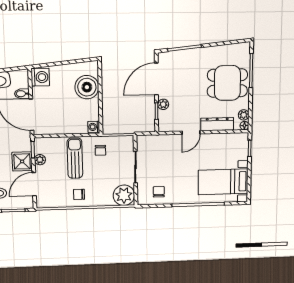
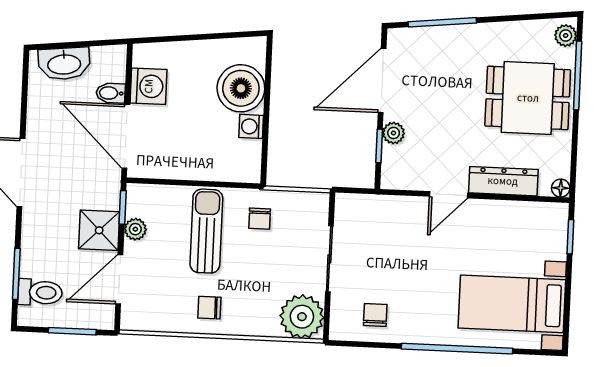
washing machine: (40, 77) -> (149, 86), moved
plant: (244, 115) -> (566, 36), moved
washing machine: (94, 127) -> (251, 126), moved

